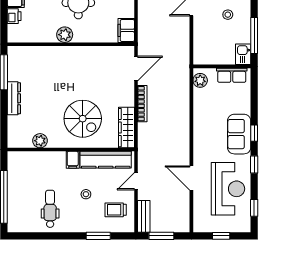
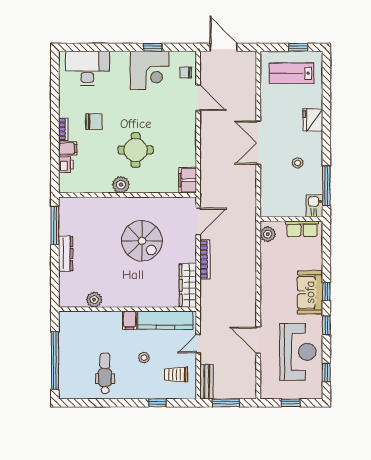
spiral stairs: (83, 119) -> (142, 241), moved
window: (98, 236) -> (157, 403), width x0.67

